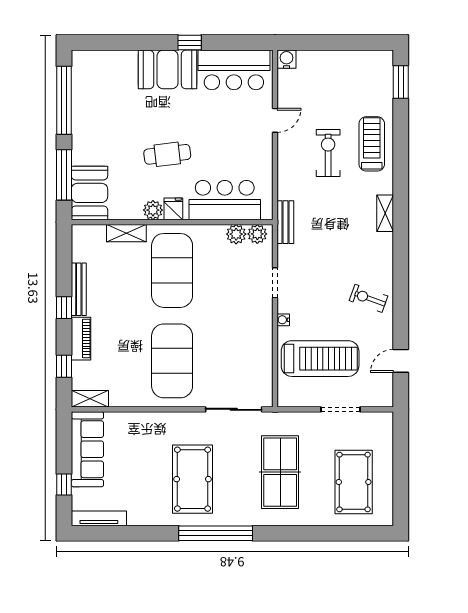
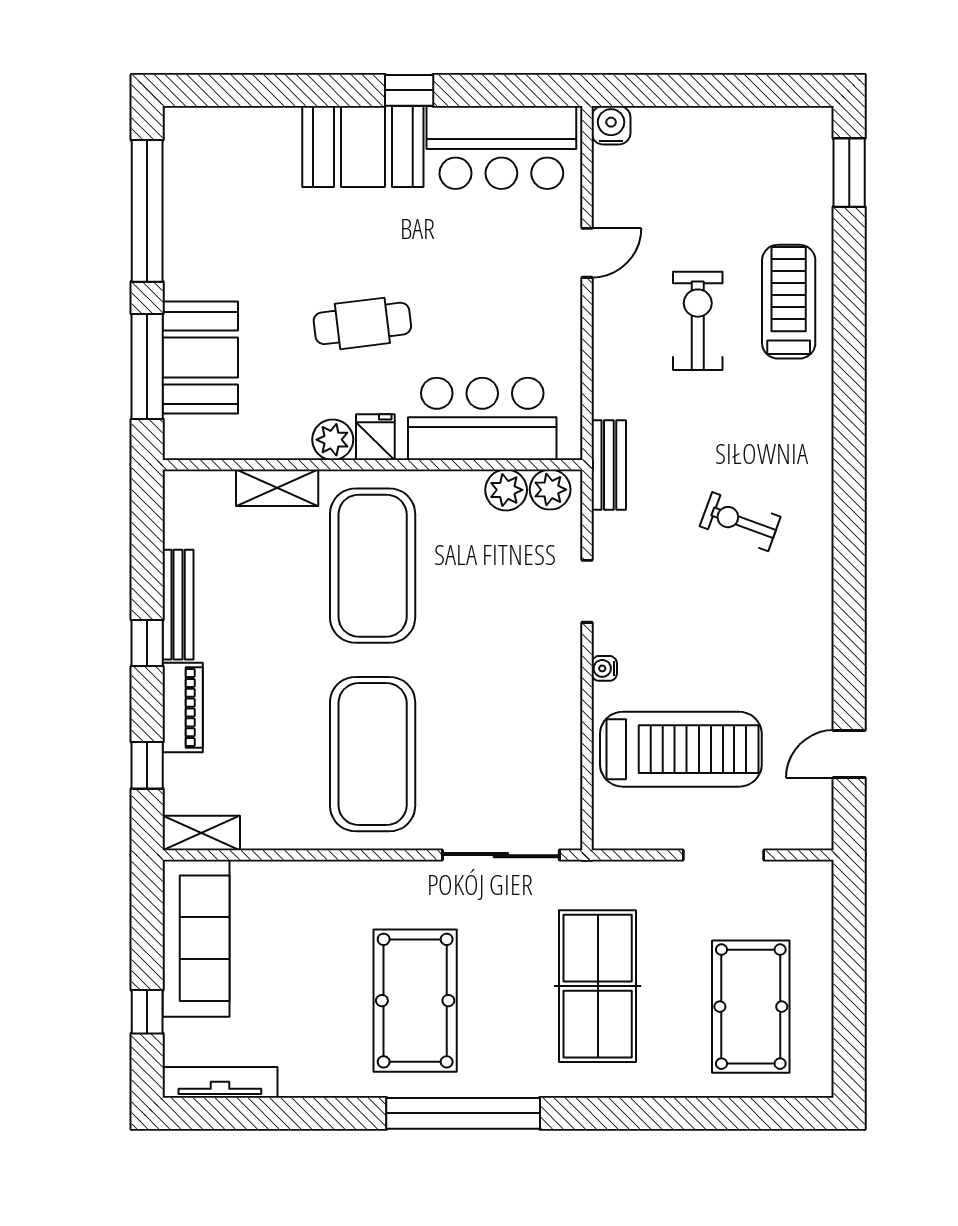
booth: (89, 193) -> (200, 358), moved
shelving: (385, 213) -> (817, 446), removed
exercise bike: (368, 298) -> (740, 522), moved

